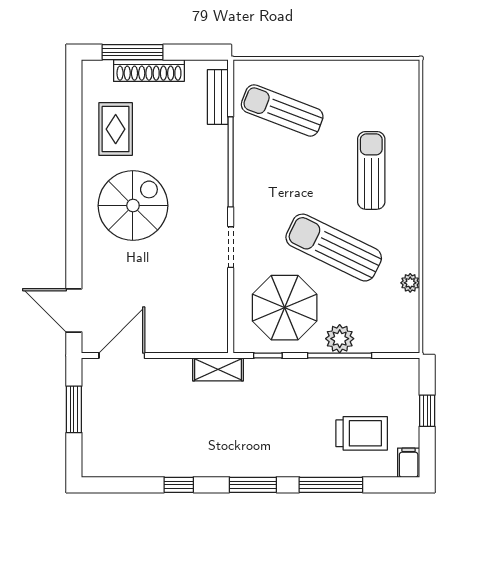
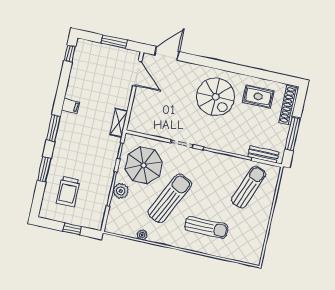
window: (133, 52) -> (293, 134), moved
shoe rack: (149, 71) -> (289, 105), moved
filing cabinet: (409, 463) -> (70, 106), moved
window: (179, 485) -> (70, 54), moved
window: (331, 485) -> (44, 169), width x0.69

